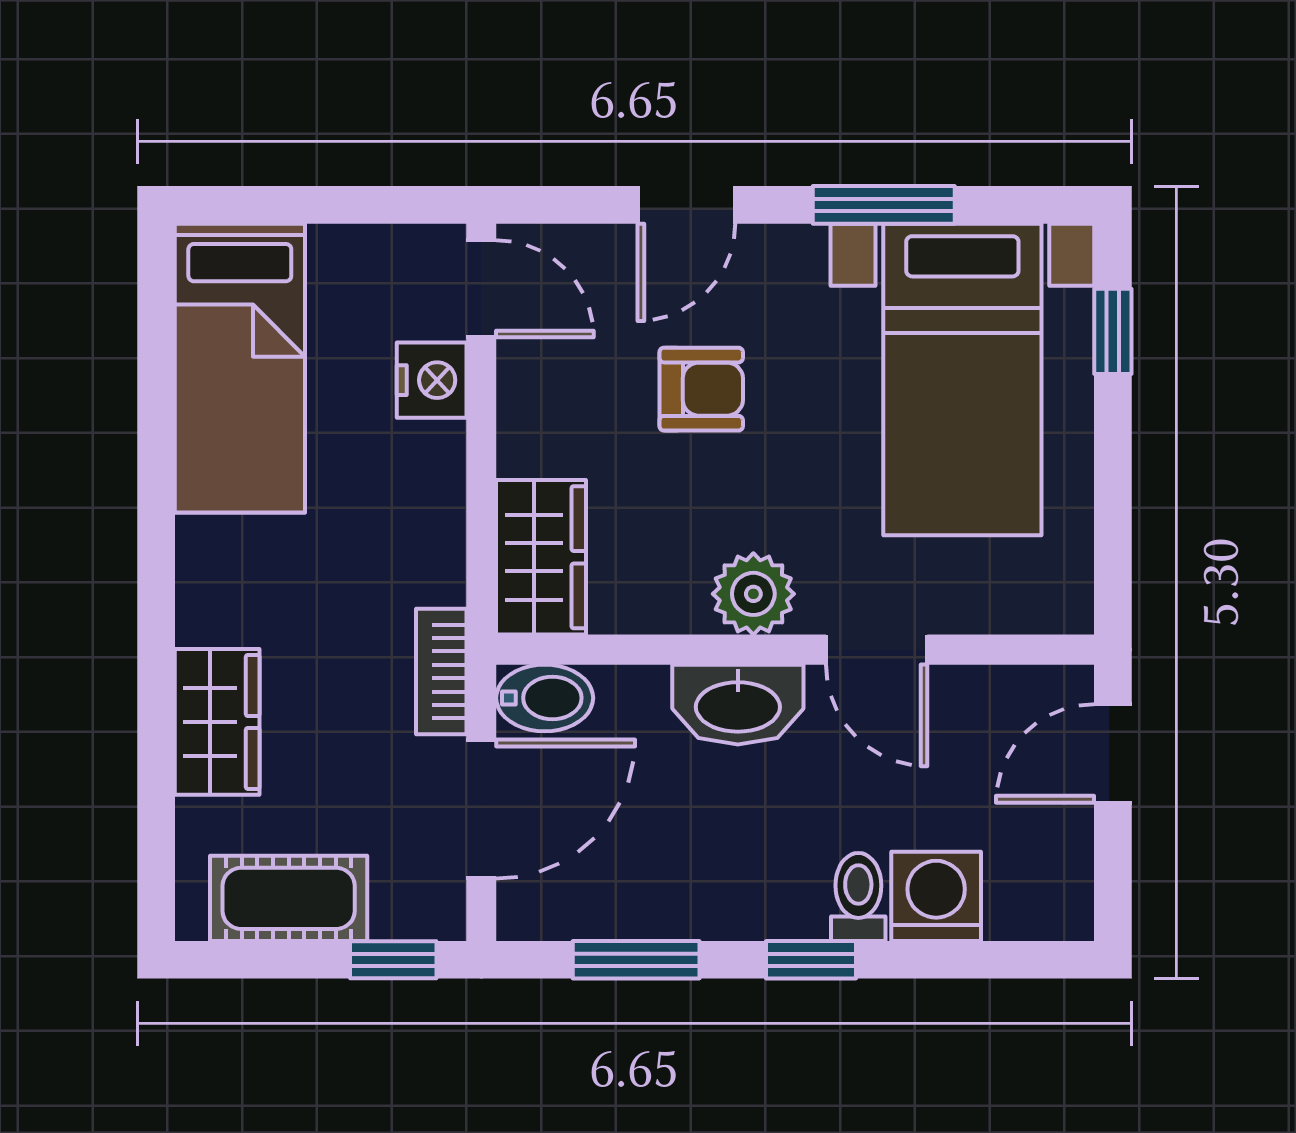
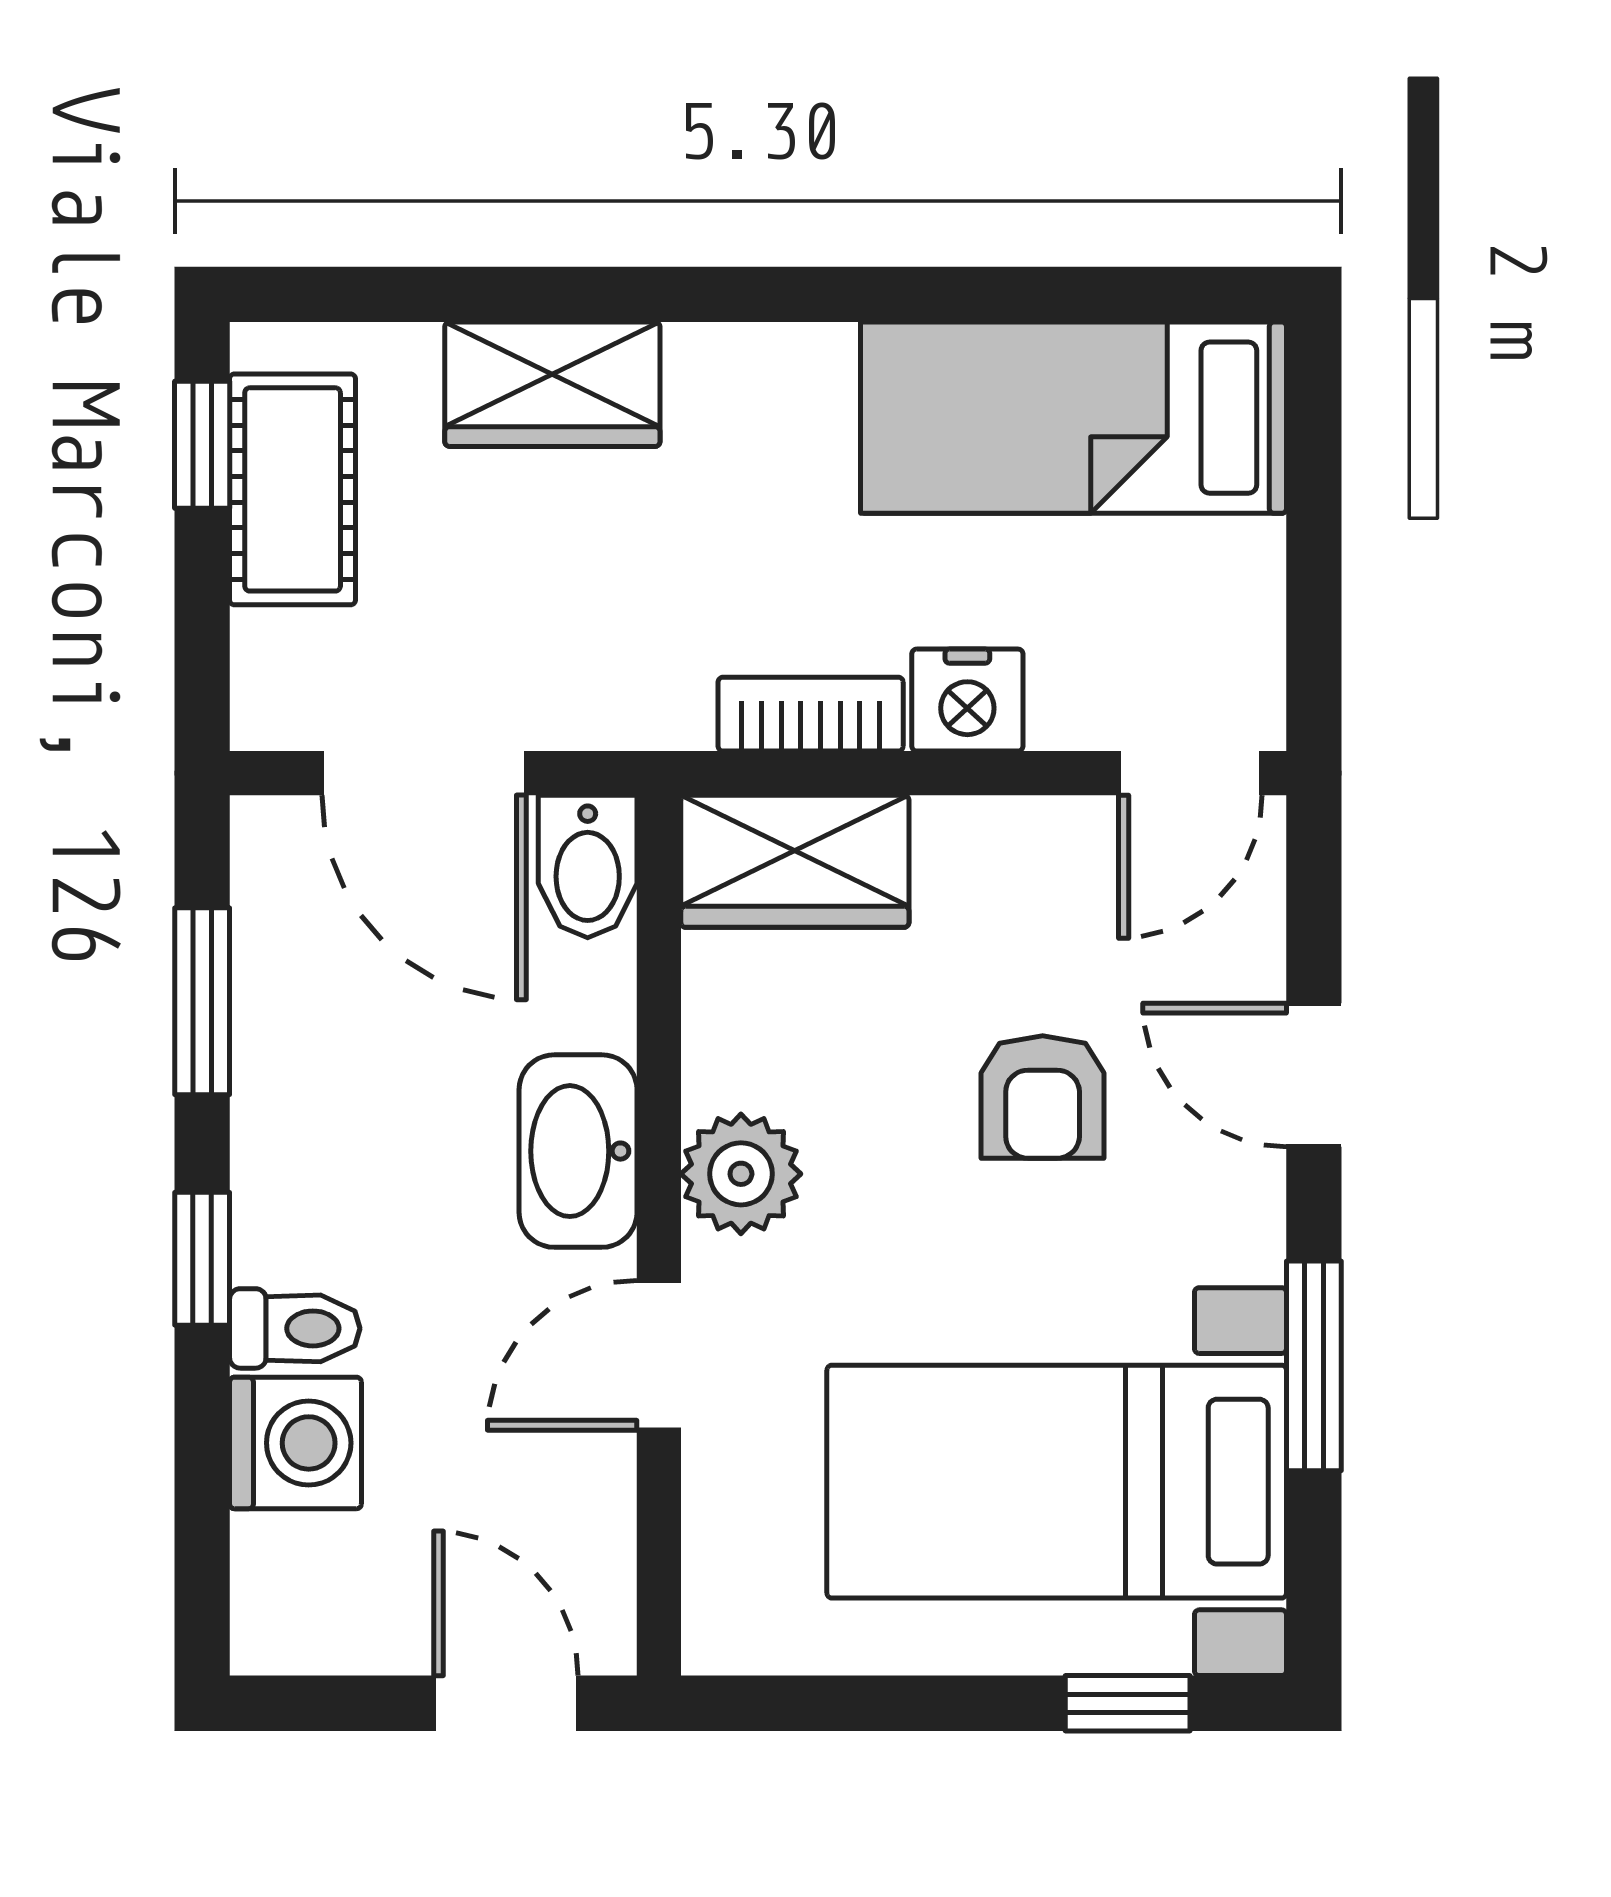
nightstand: (432, 380) -> (967, 700), moved
bookcase: (441, 672) -> (811, 714), moved
window: (393, 960) -> (202, 445), moved

